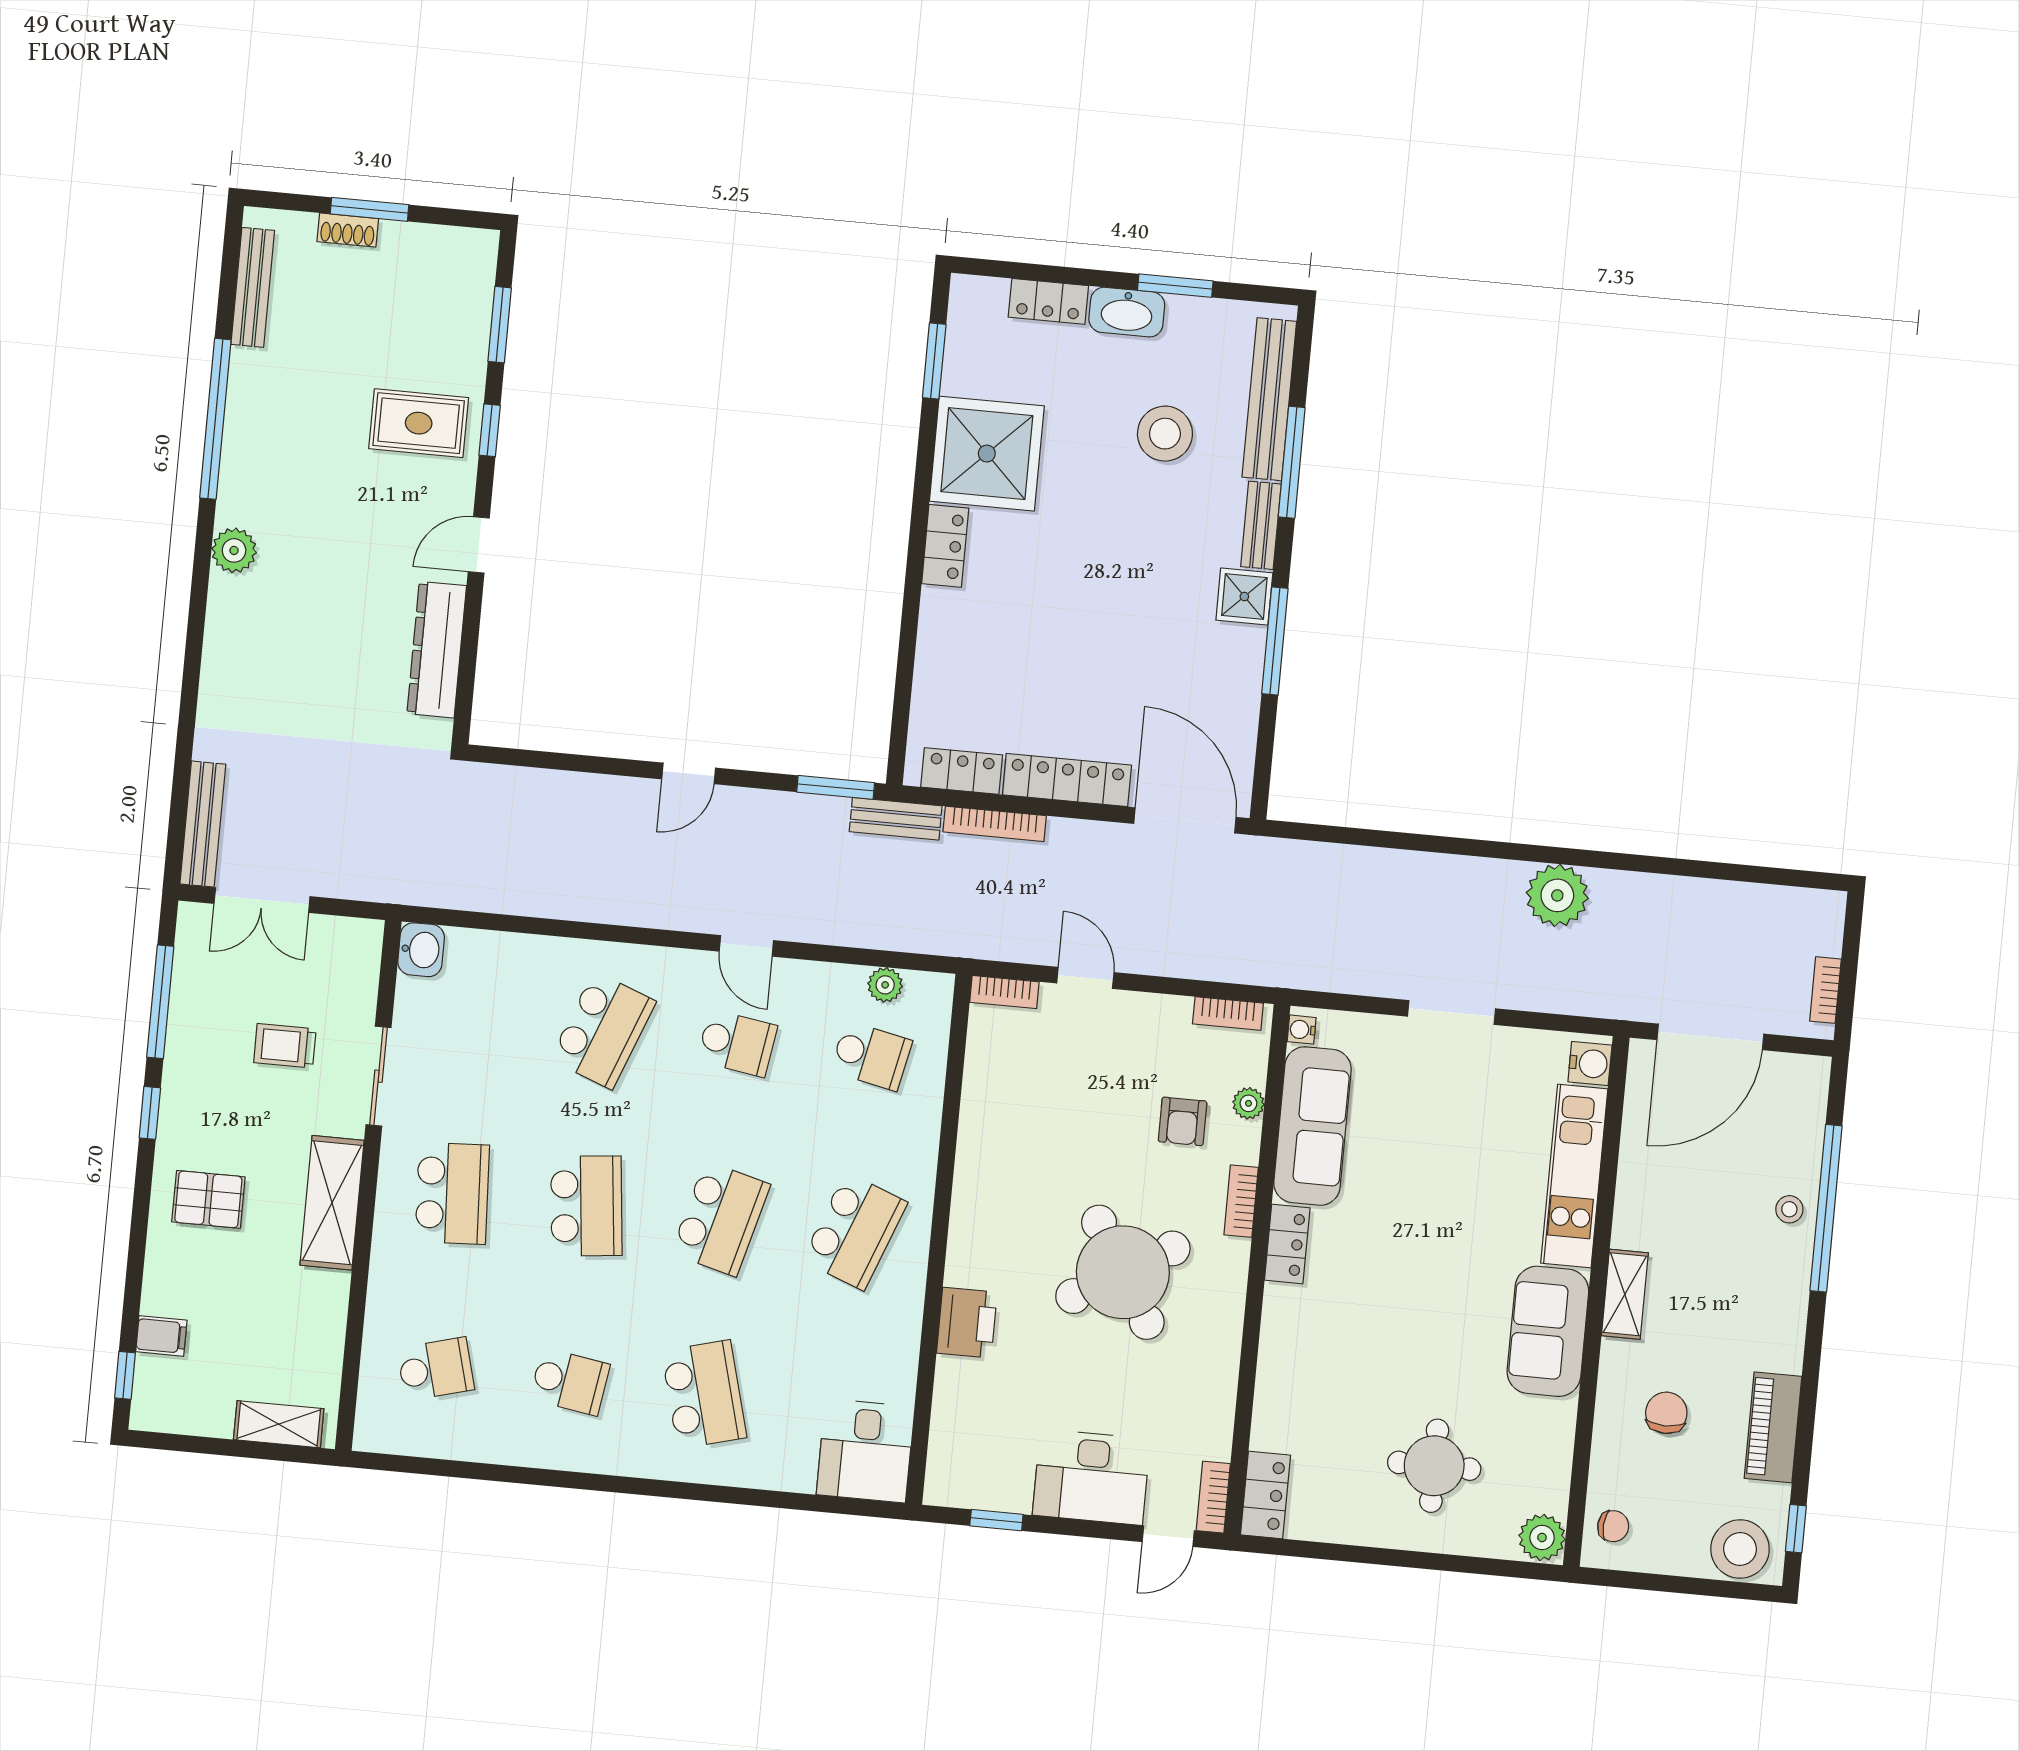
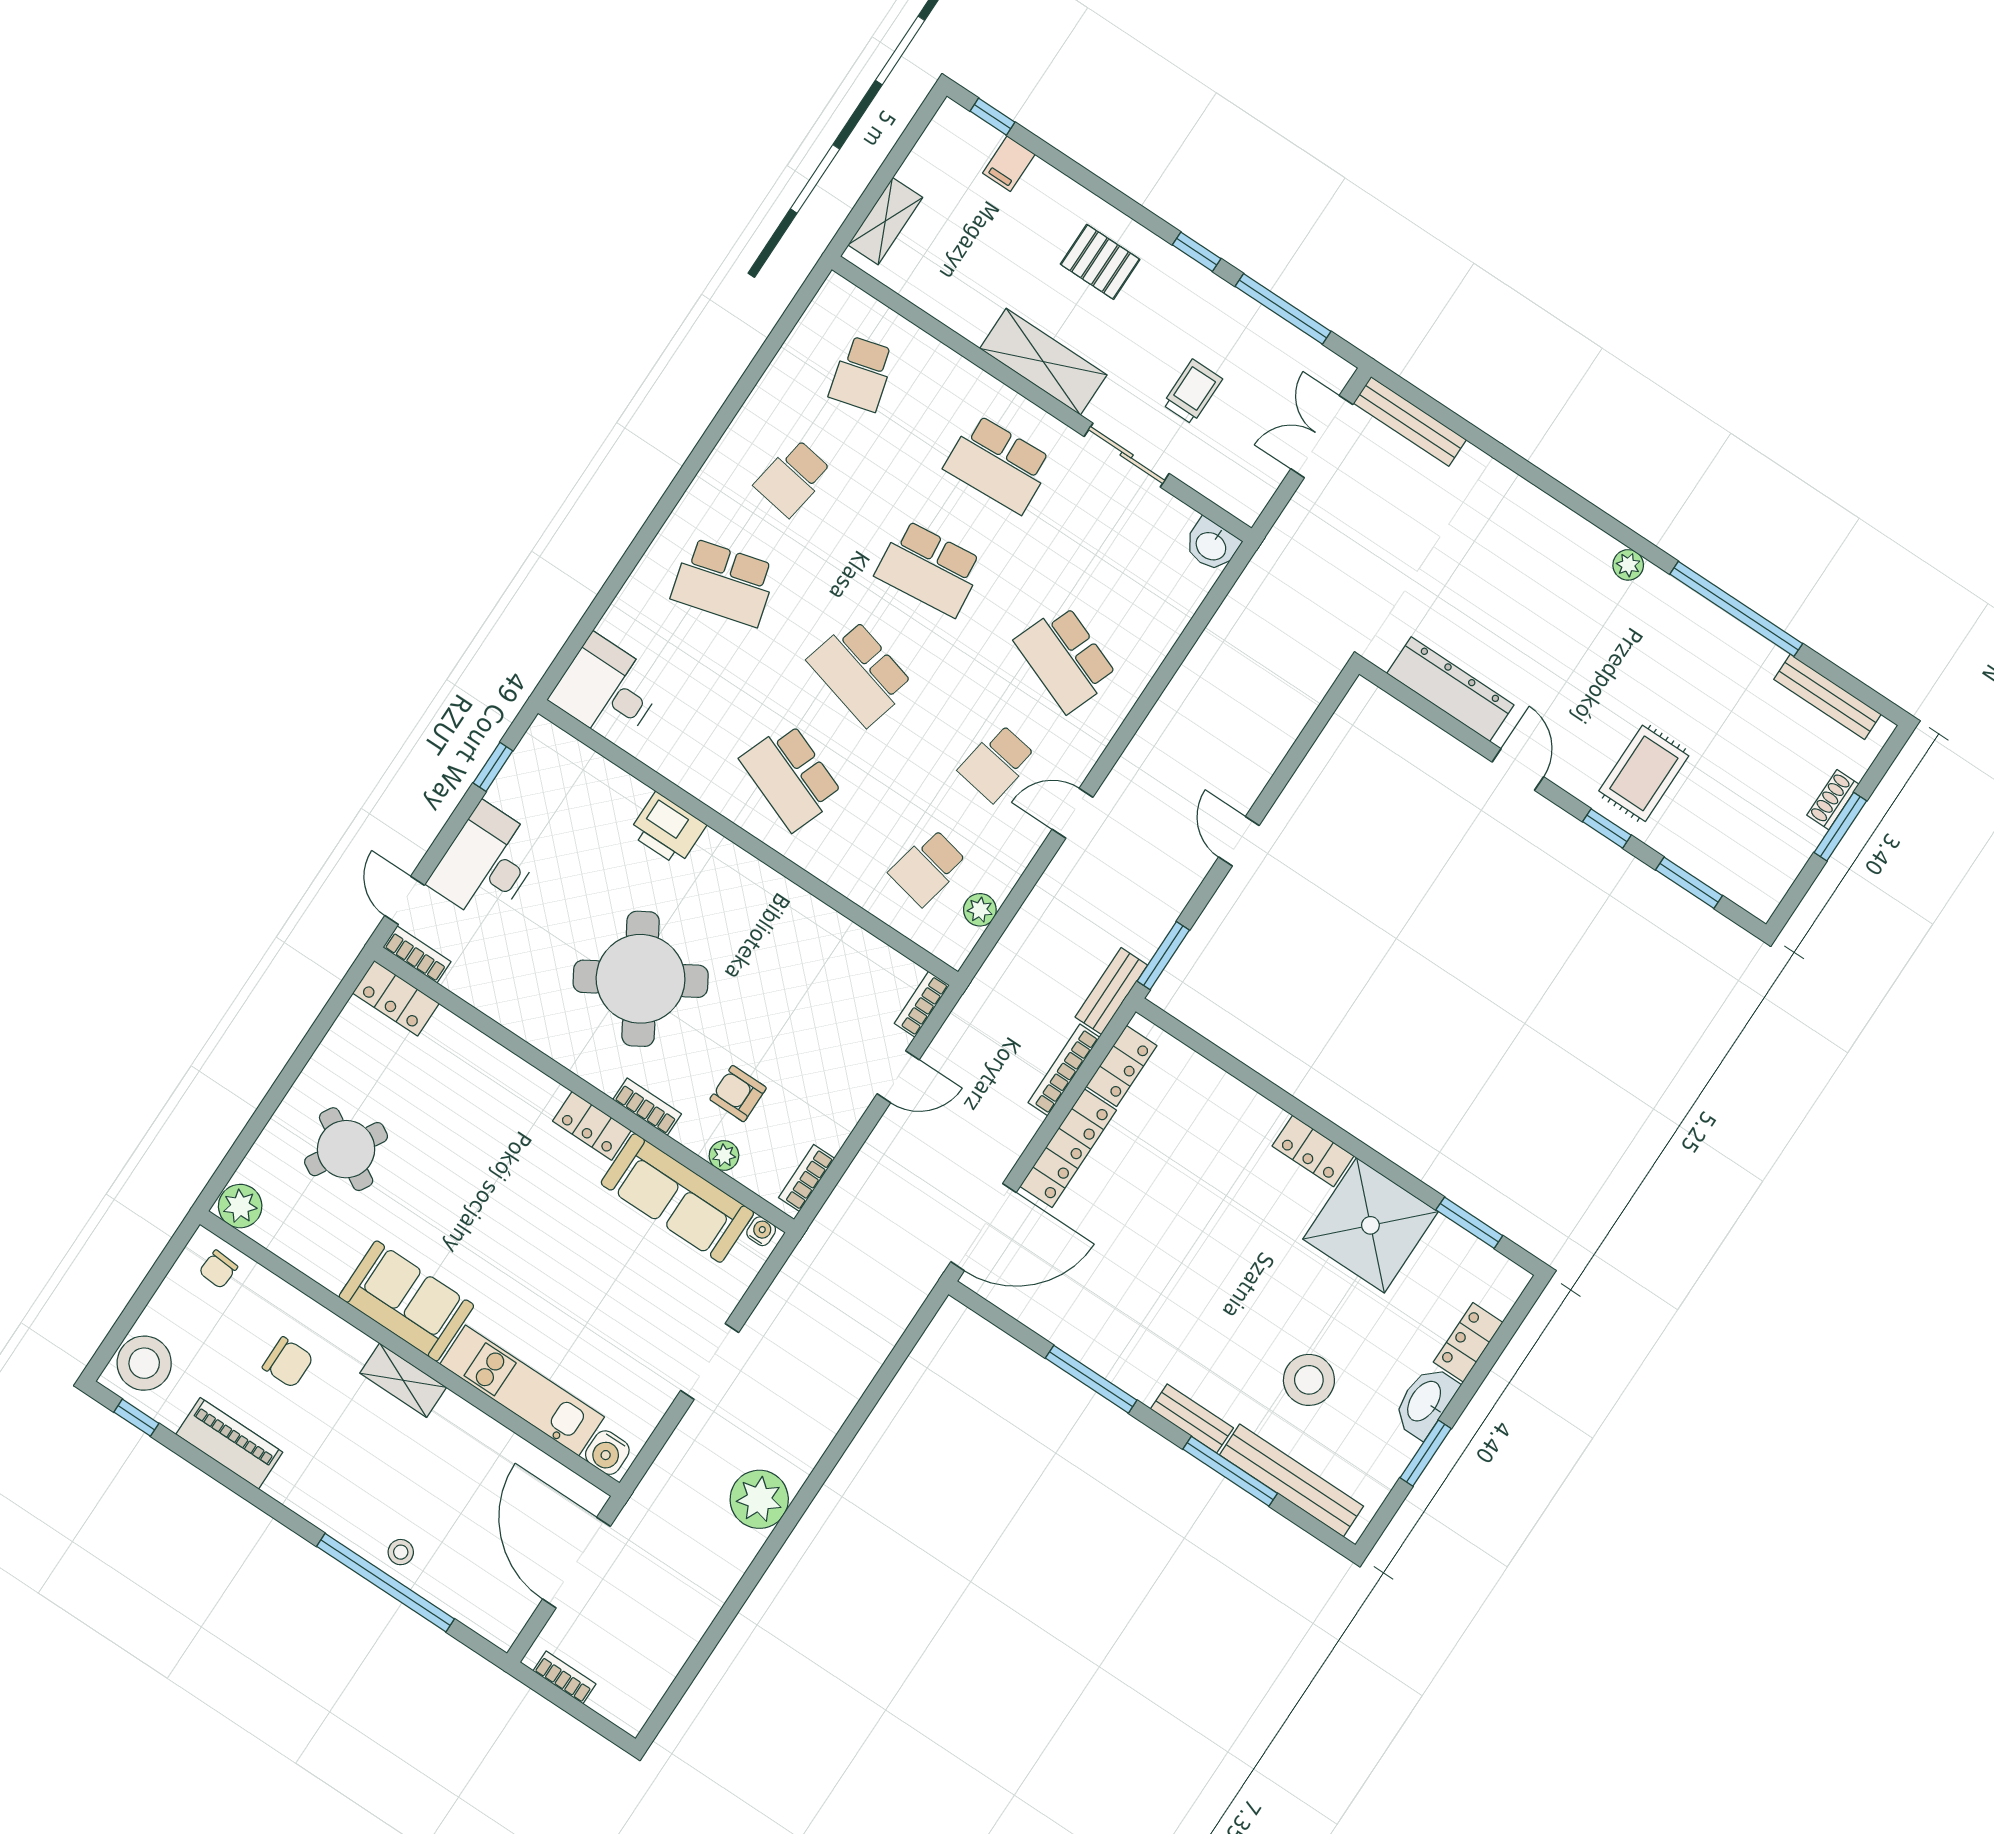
plant: (234, 550) -> (1628, 565), width x0.73, depth x0.73
shower: (1244, 597) -> (1141, 1374), removed
pallet: (208, 1199) -> (1100, 262), turned 90
round table: (1434, 1466) -> (346, 1149), turned 30

